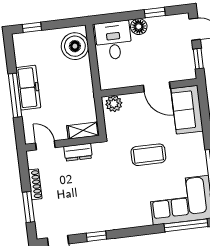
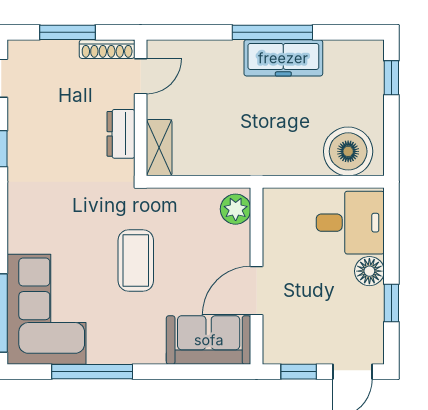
shelving: (83, 130) -> (159, 148), moved
wall: (63, 143) -> (141, 108), moved
door: (45, 145) -> (141, 76), moved
dresser: (78, 152) -> (121, 134), moved

